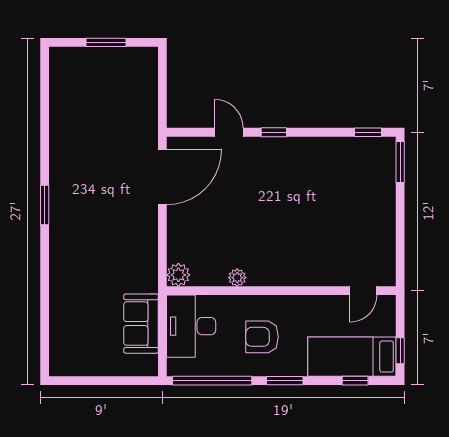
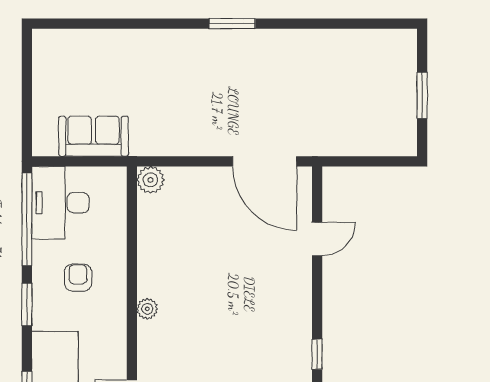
window: (274, 132) -> (317, 354), moved
plant: (237, 278) -> (147, 309), moved
desk: (191, 326) -> (60, 203), moved, turned -90
armchair: (262, 337) -> (78, 278), width x0.72, depth x0.72

